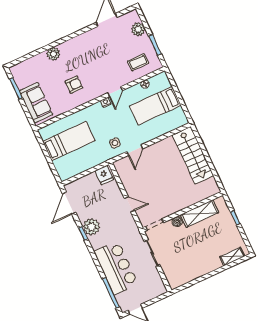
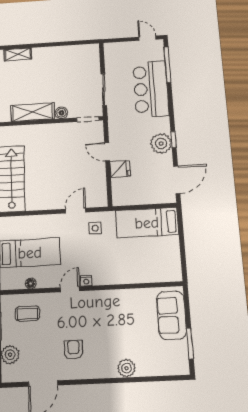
armchair: (74, 85) -> (73, 350), moved, turned 90
bed: (69, 141) -> (147, 223), moved
fridge: (104, 175) -> (120, 169), moved, turned 90

